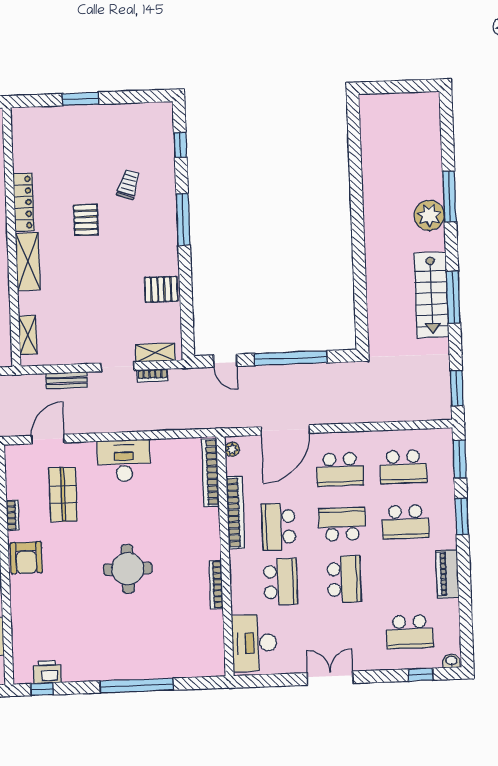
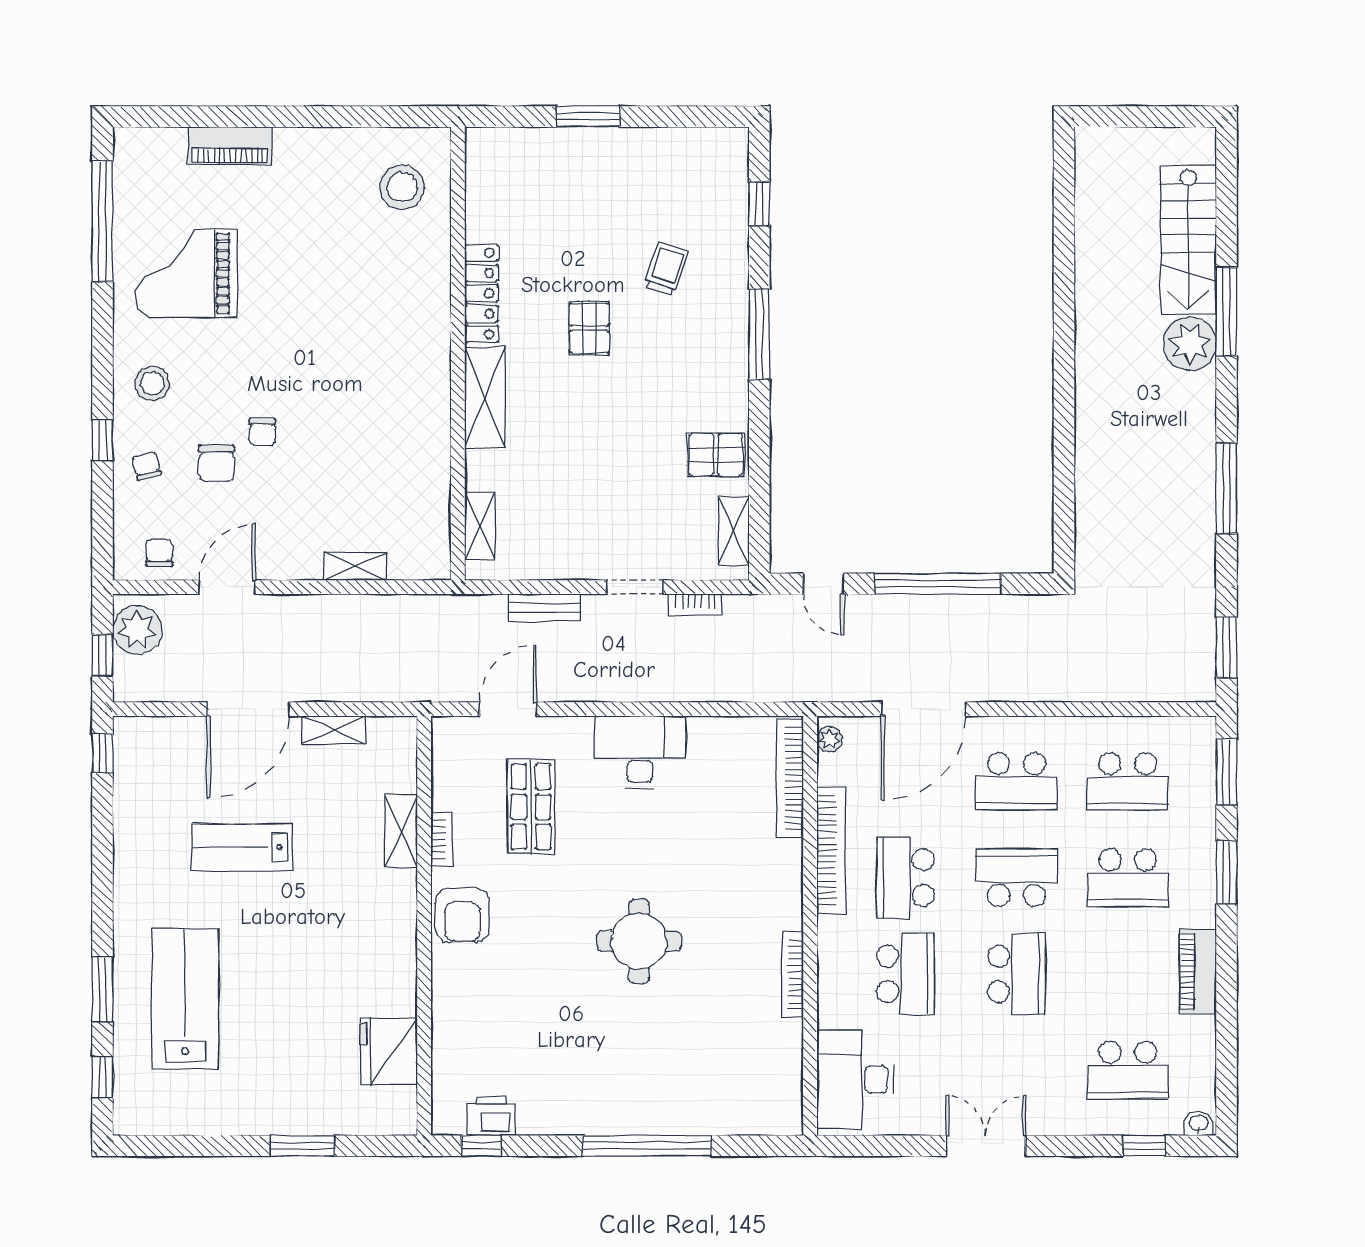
stairs: (431, 295) -> (1188, 240), moved
shelving: (155, 353) -> (734, 531), moved, turned 90

